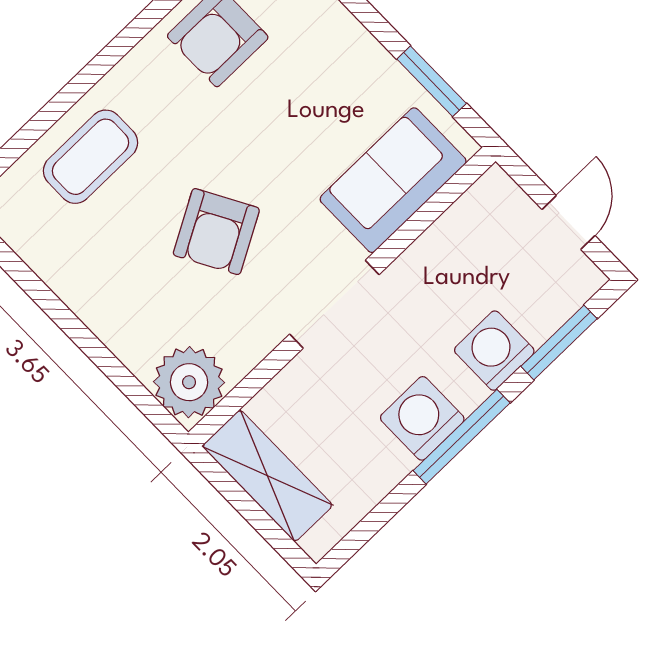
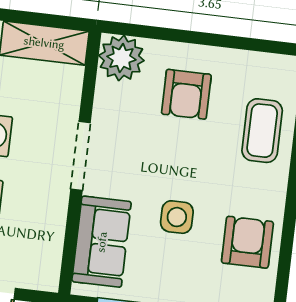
side table: (278, 136) -> (177, 217), added
armchair: (216, 232) -> (186, 94), moved, turned -151

